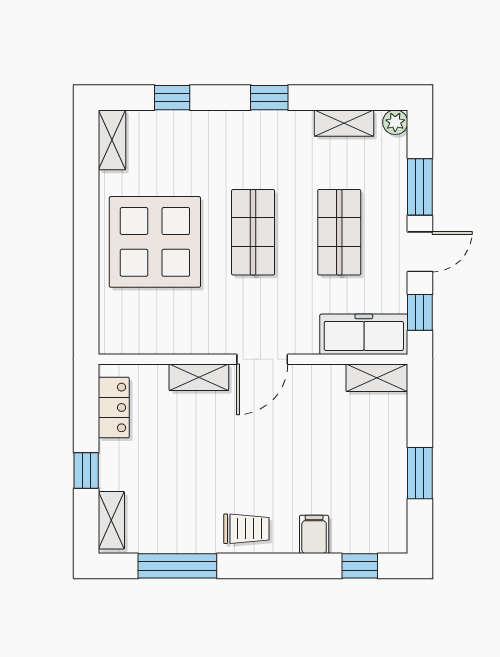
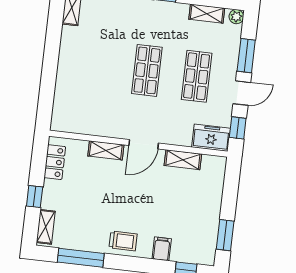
display table: (155, 242) -> (90, 69), removed
freezer: (364, 334) -> (211, 138), width x0.71
shelving: (377, 378) -> (183, 160), moved
window: (420, 473) -> (225, 235), moved

